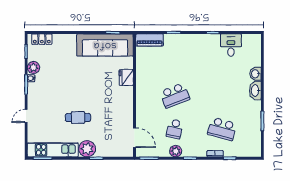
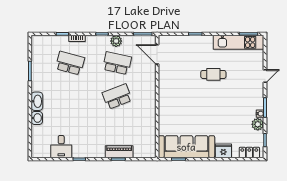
piano: (149, 40) -> (119, 152), moved
fridge: (126, 77) -> (223, 151), moved, turned -90
school desk: (175, 129) -> (117, 63), width x1.85
plant: (87, 149) -> (204, 43), removed

